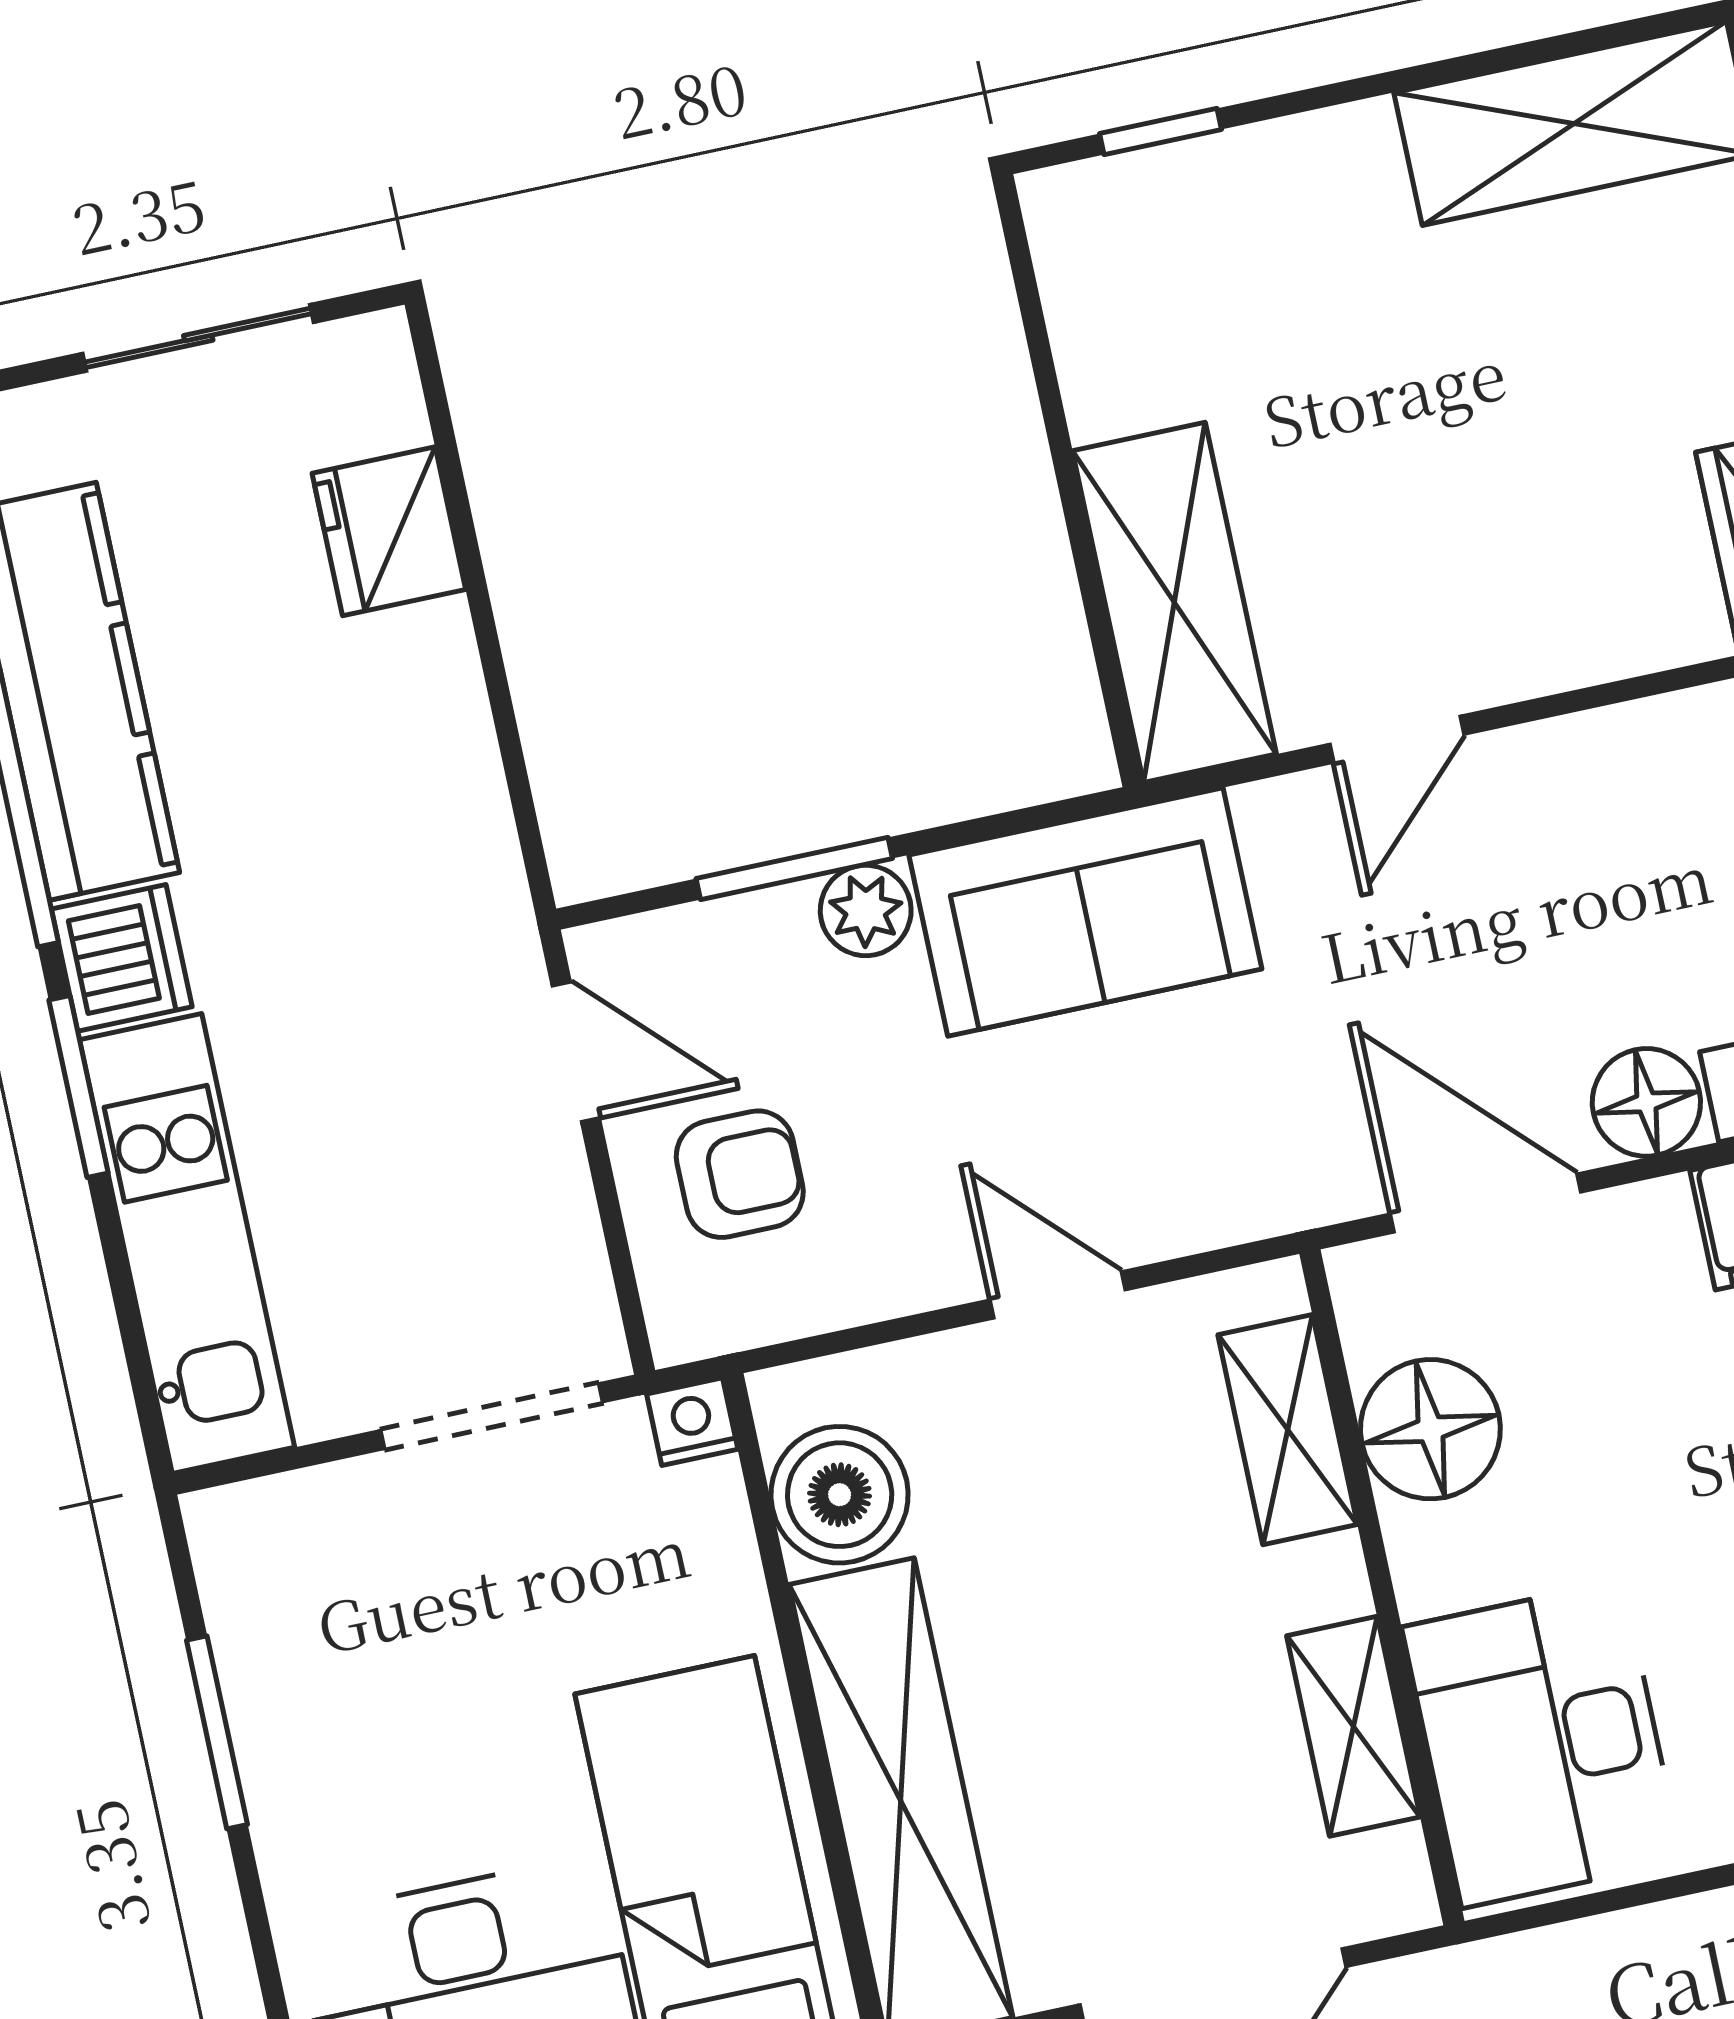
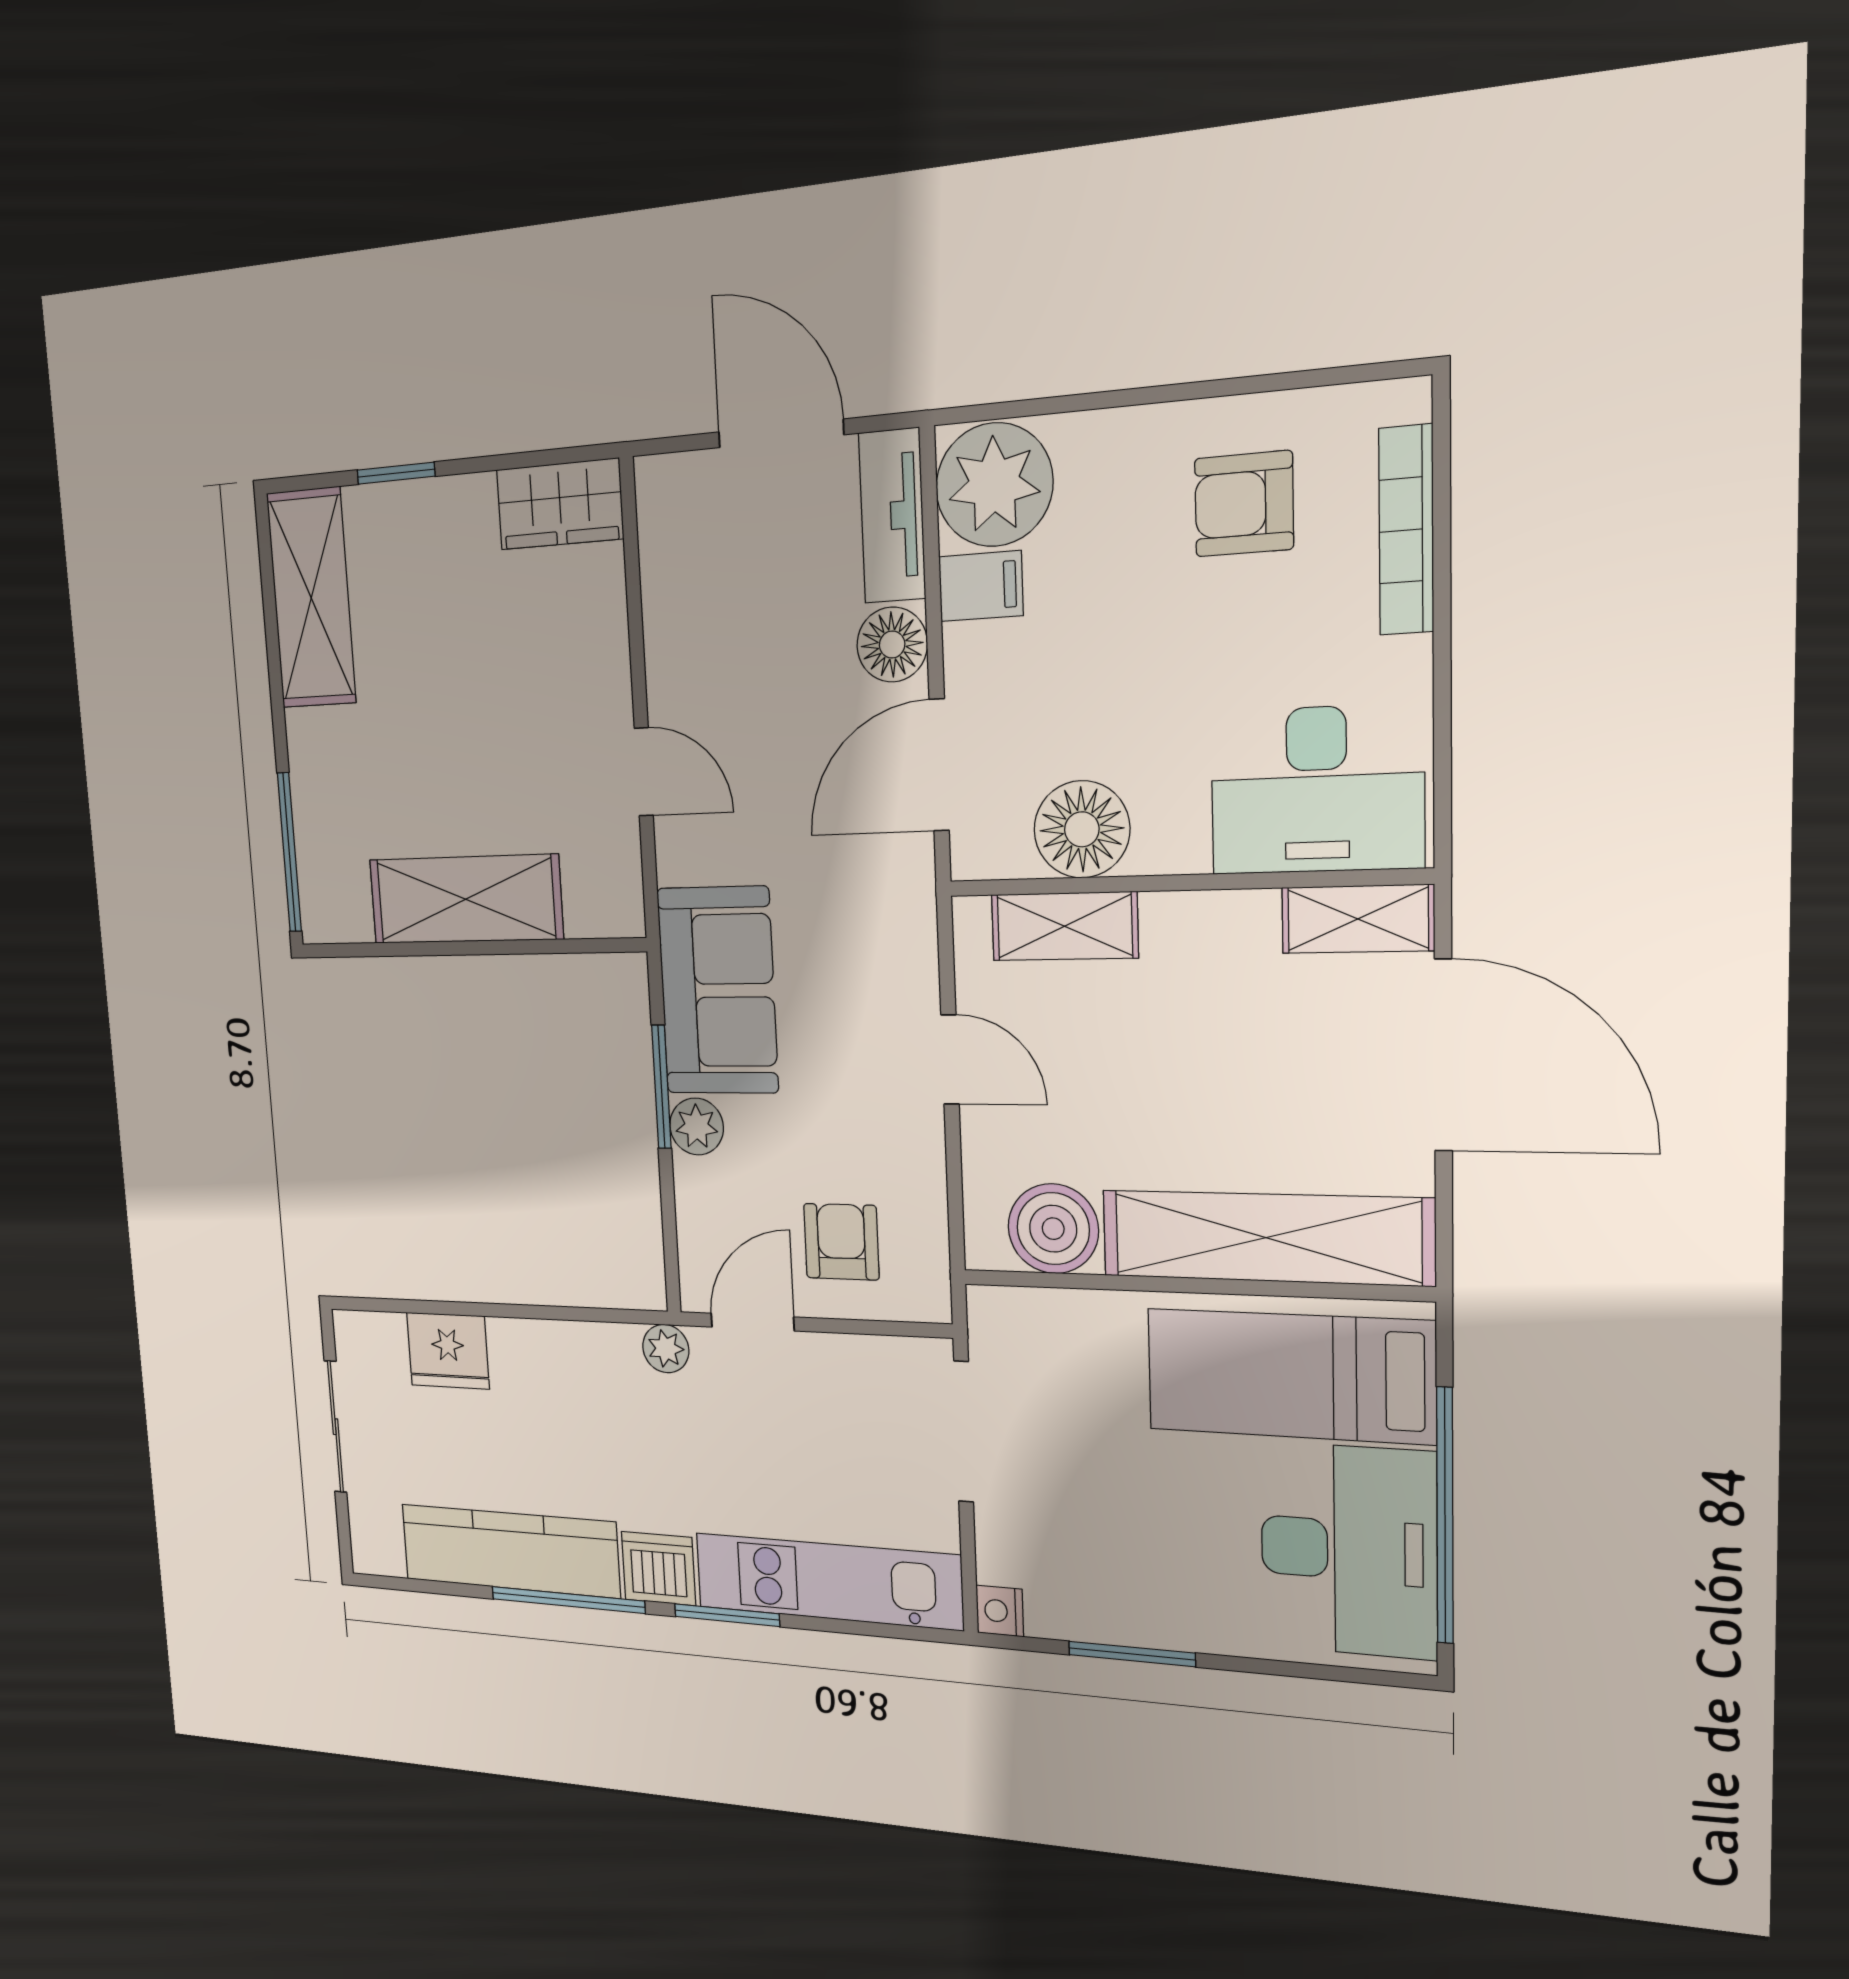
window: (1160, 132) -> (289, 852), width x2.17
shelving: (1174, 602) -> (466, 899), moved
window: (794, 868) -> (661, 1087), moved
plant: (494, 914) -> (666, 1349), added
door: (1058, 1295) -> (950, 1059), swing flipped
nightstand: (692, 1422) -> (1000, 1611), moved
shelving: (1353, 1726) -> (1358, 919), moved

